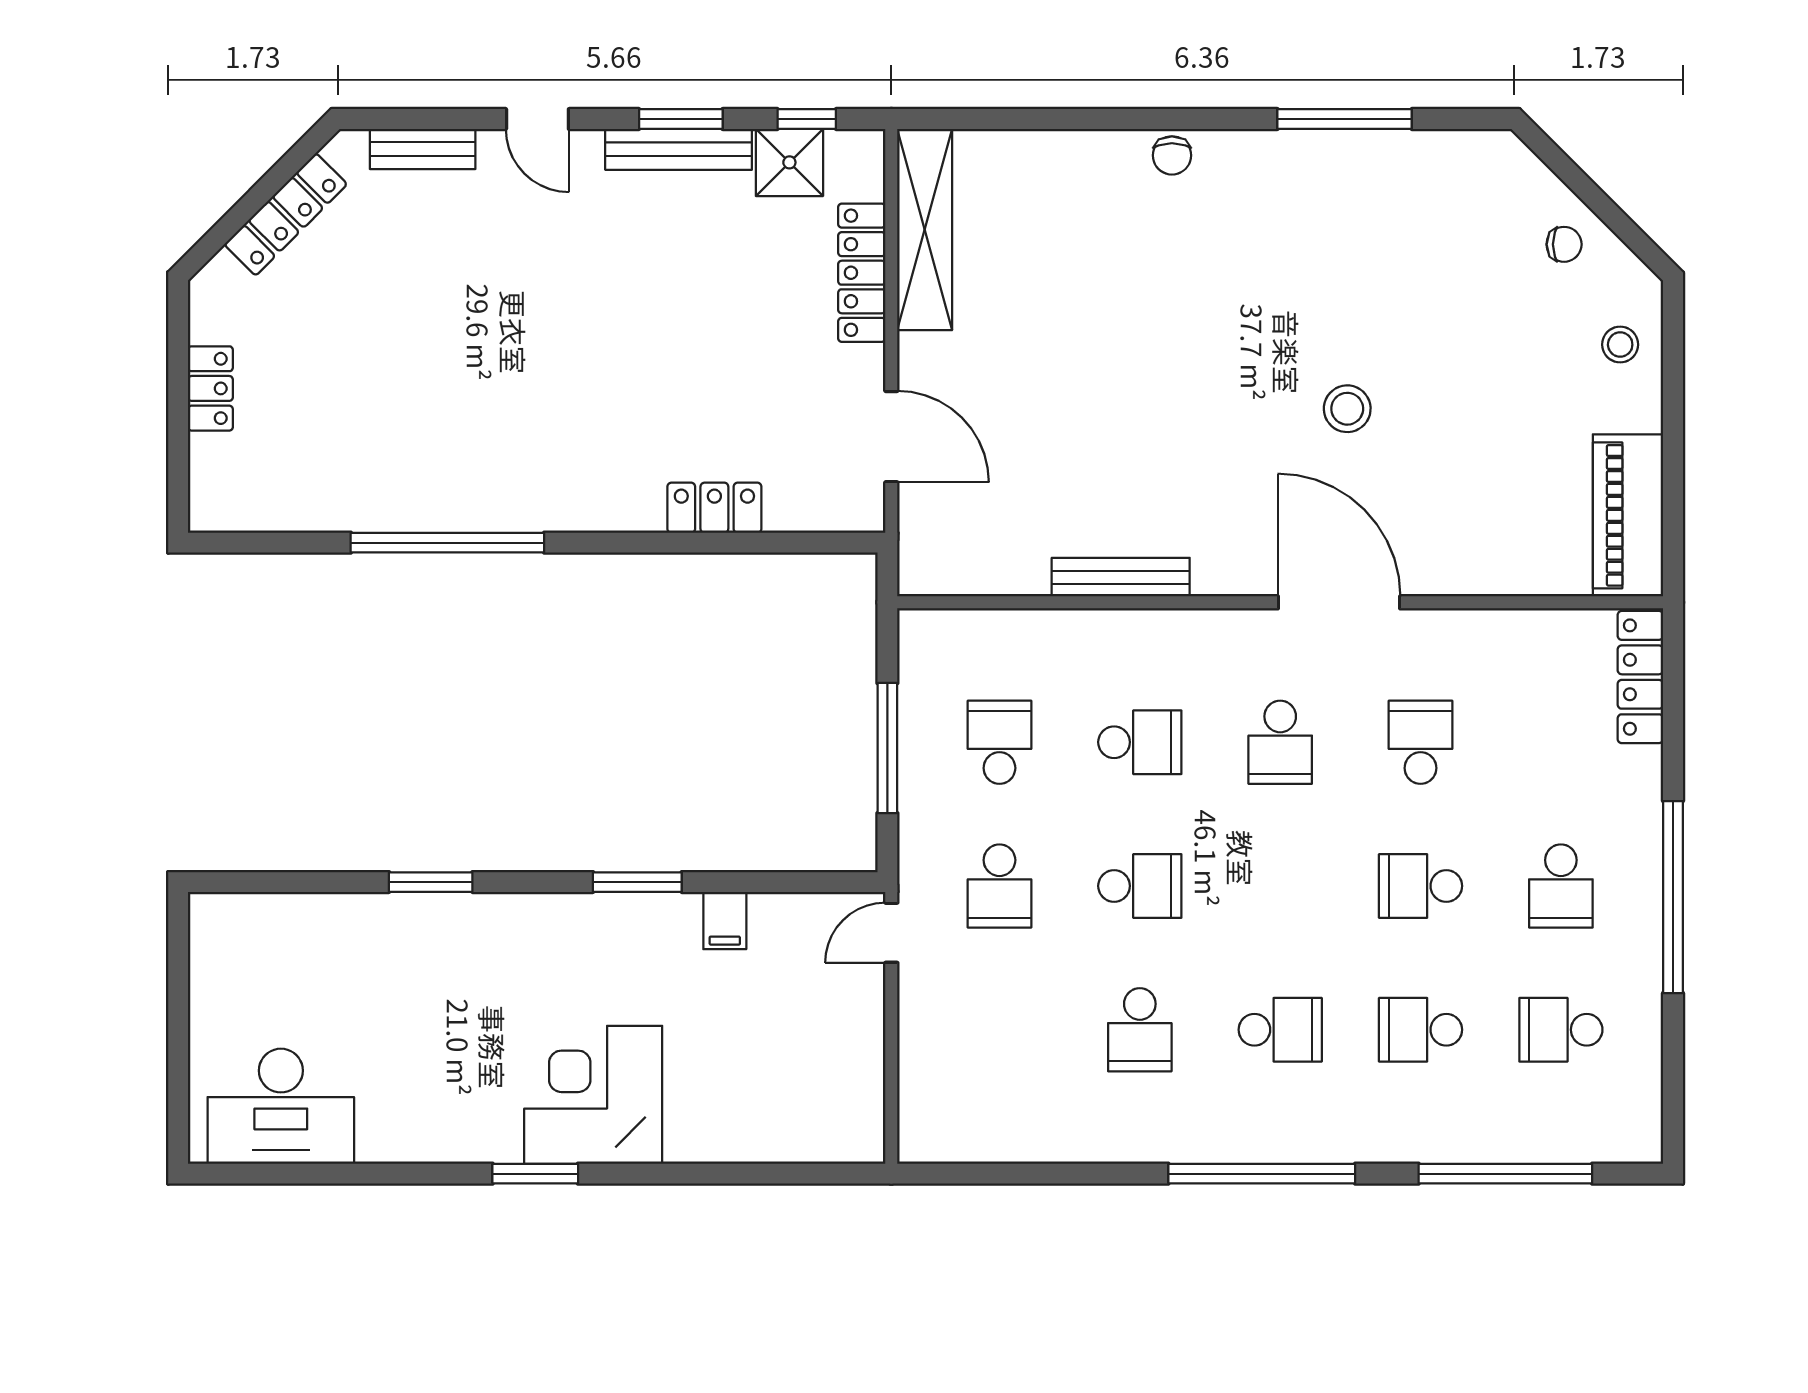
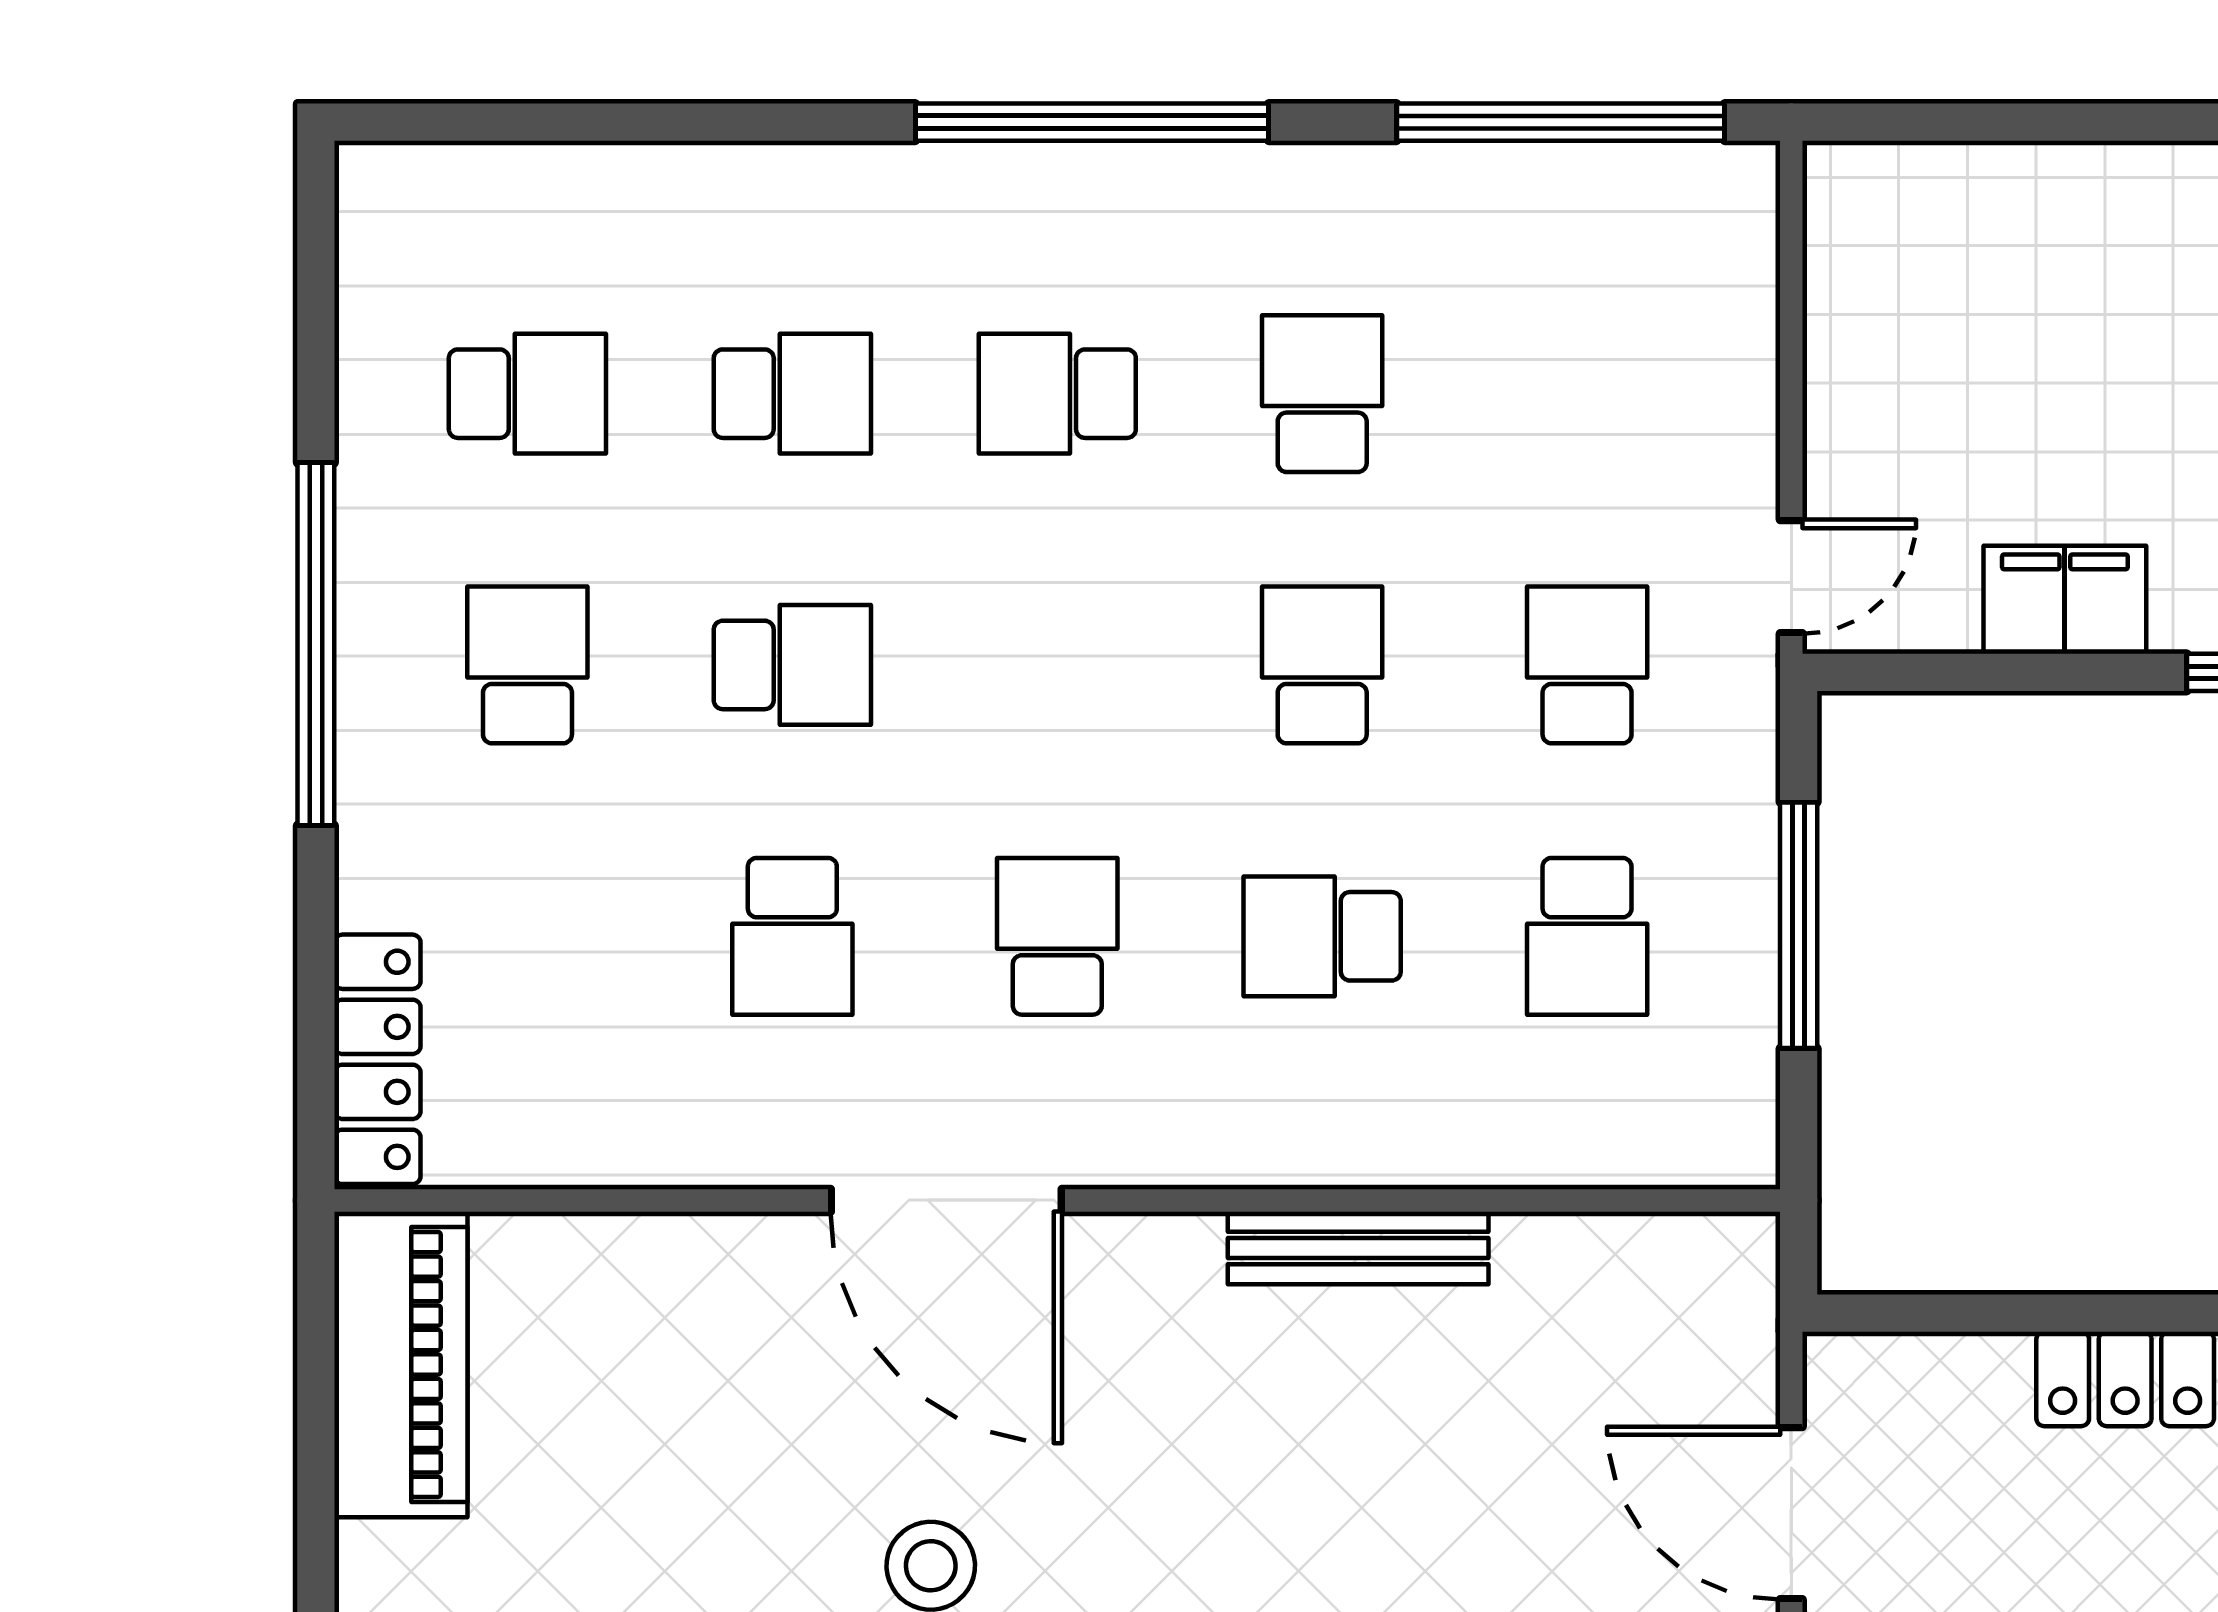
school desk: (1140, 886) -> (1322, 665), turned 90
filing cabinet: (725, 921) -> (2065, 600), width x2.00
window: (1505, 1174) -> (1561, 122), moved

